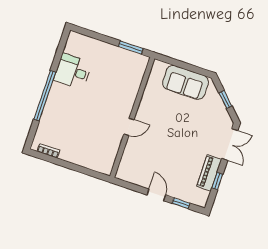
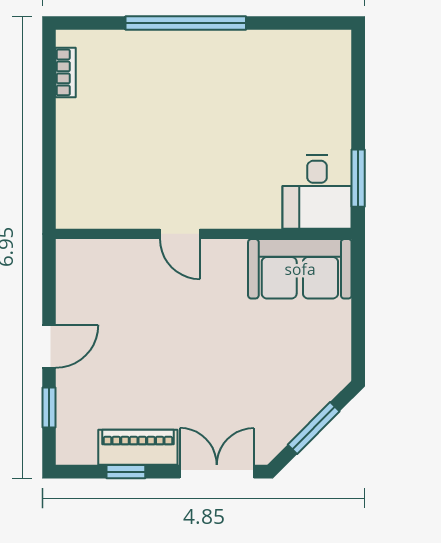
desk: (73, 71) -> (317, 192), moved, turned 180
sofa: (185, 82) -> (300, 269), moved, turned -90
window: (225, 99) -> (314, 428), width x1.50
double door: (230, 144) -> (217, 472), swing flipped

